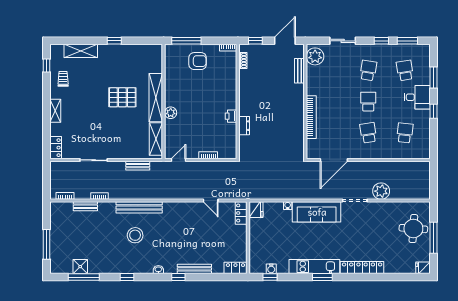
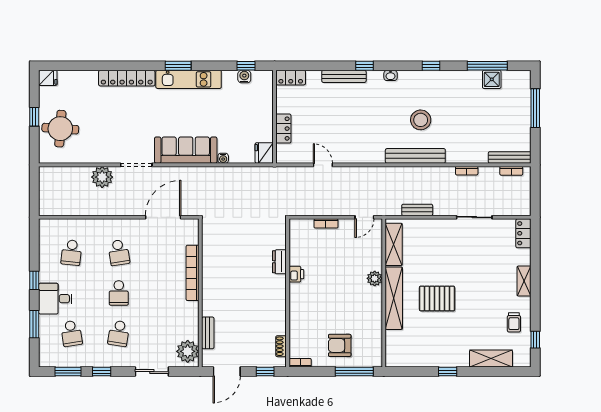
bench: (85, 206) -> (510, 157), moved, width x1.36
locker: (241, 213) -> (283, 129), moved
window: (433, 238) -> (34, 117), width x0.46

